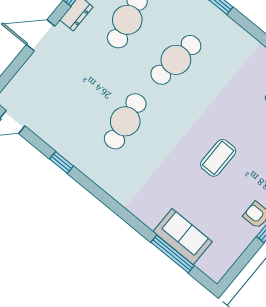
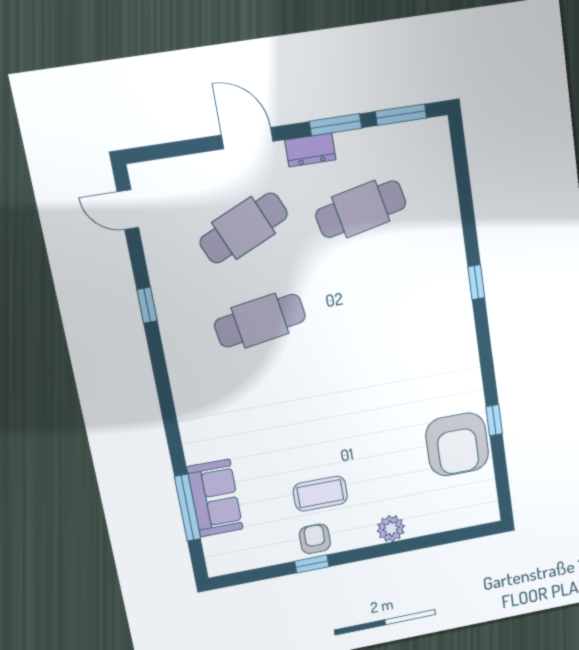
cafe table: (176, 60) -> (244, 228), moved, turned -30
coffee table: (218, 158) -> (320, 494), moved

